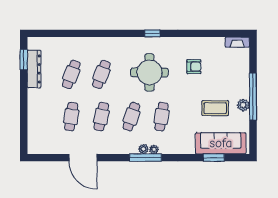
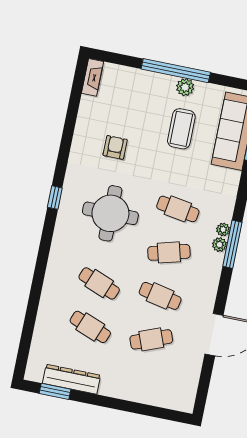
cafe table: (71, 117) -> (151, 339), turned -30
cafe table: (131, 117) -> (169, 252), turned -33

